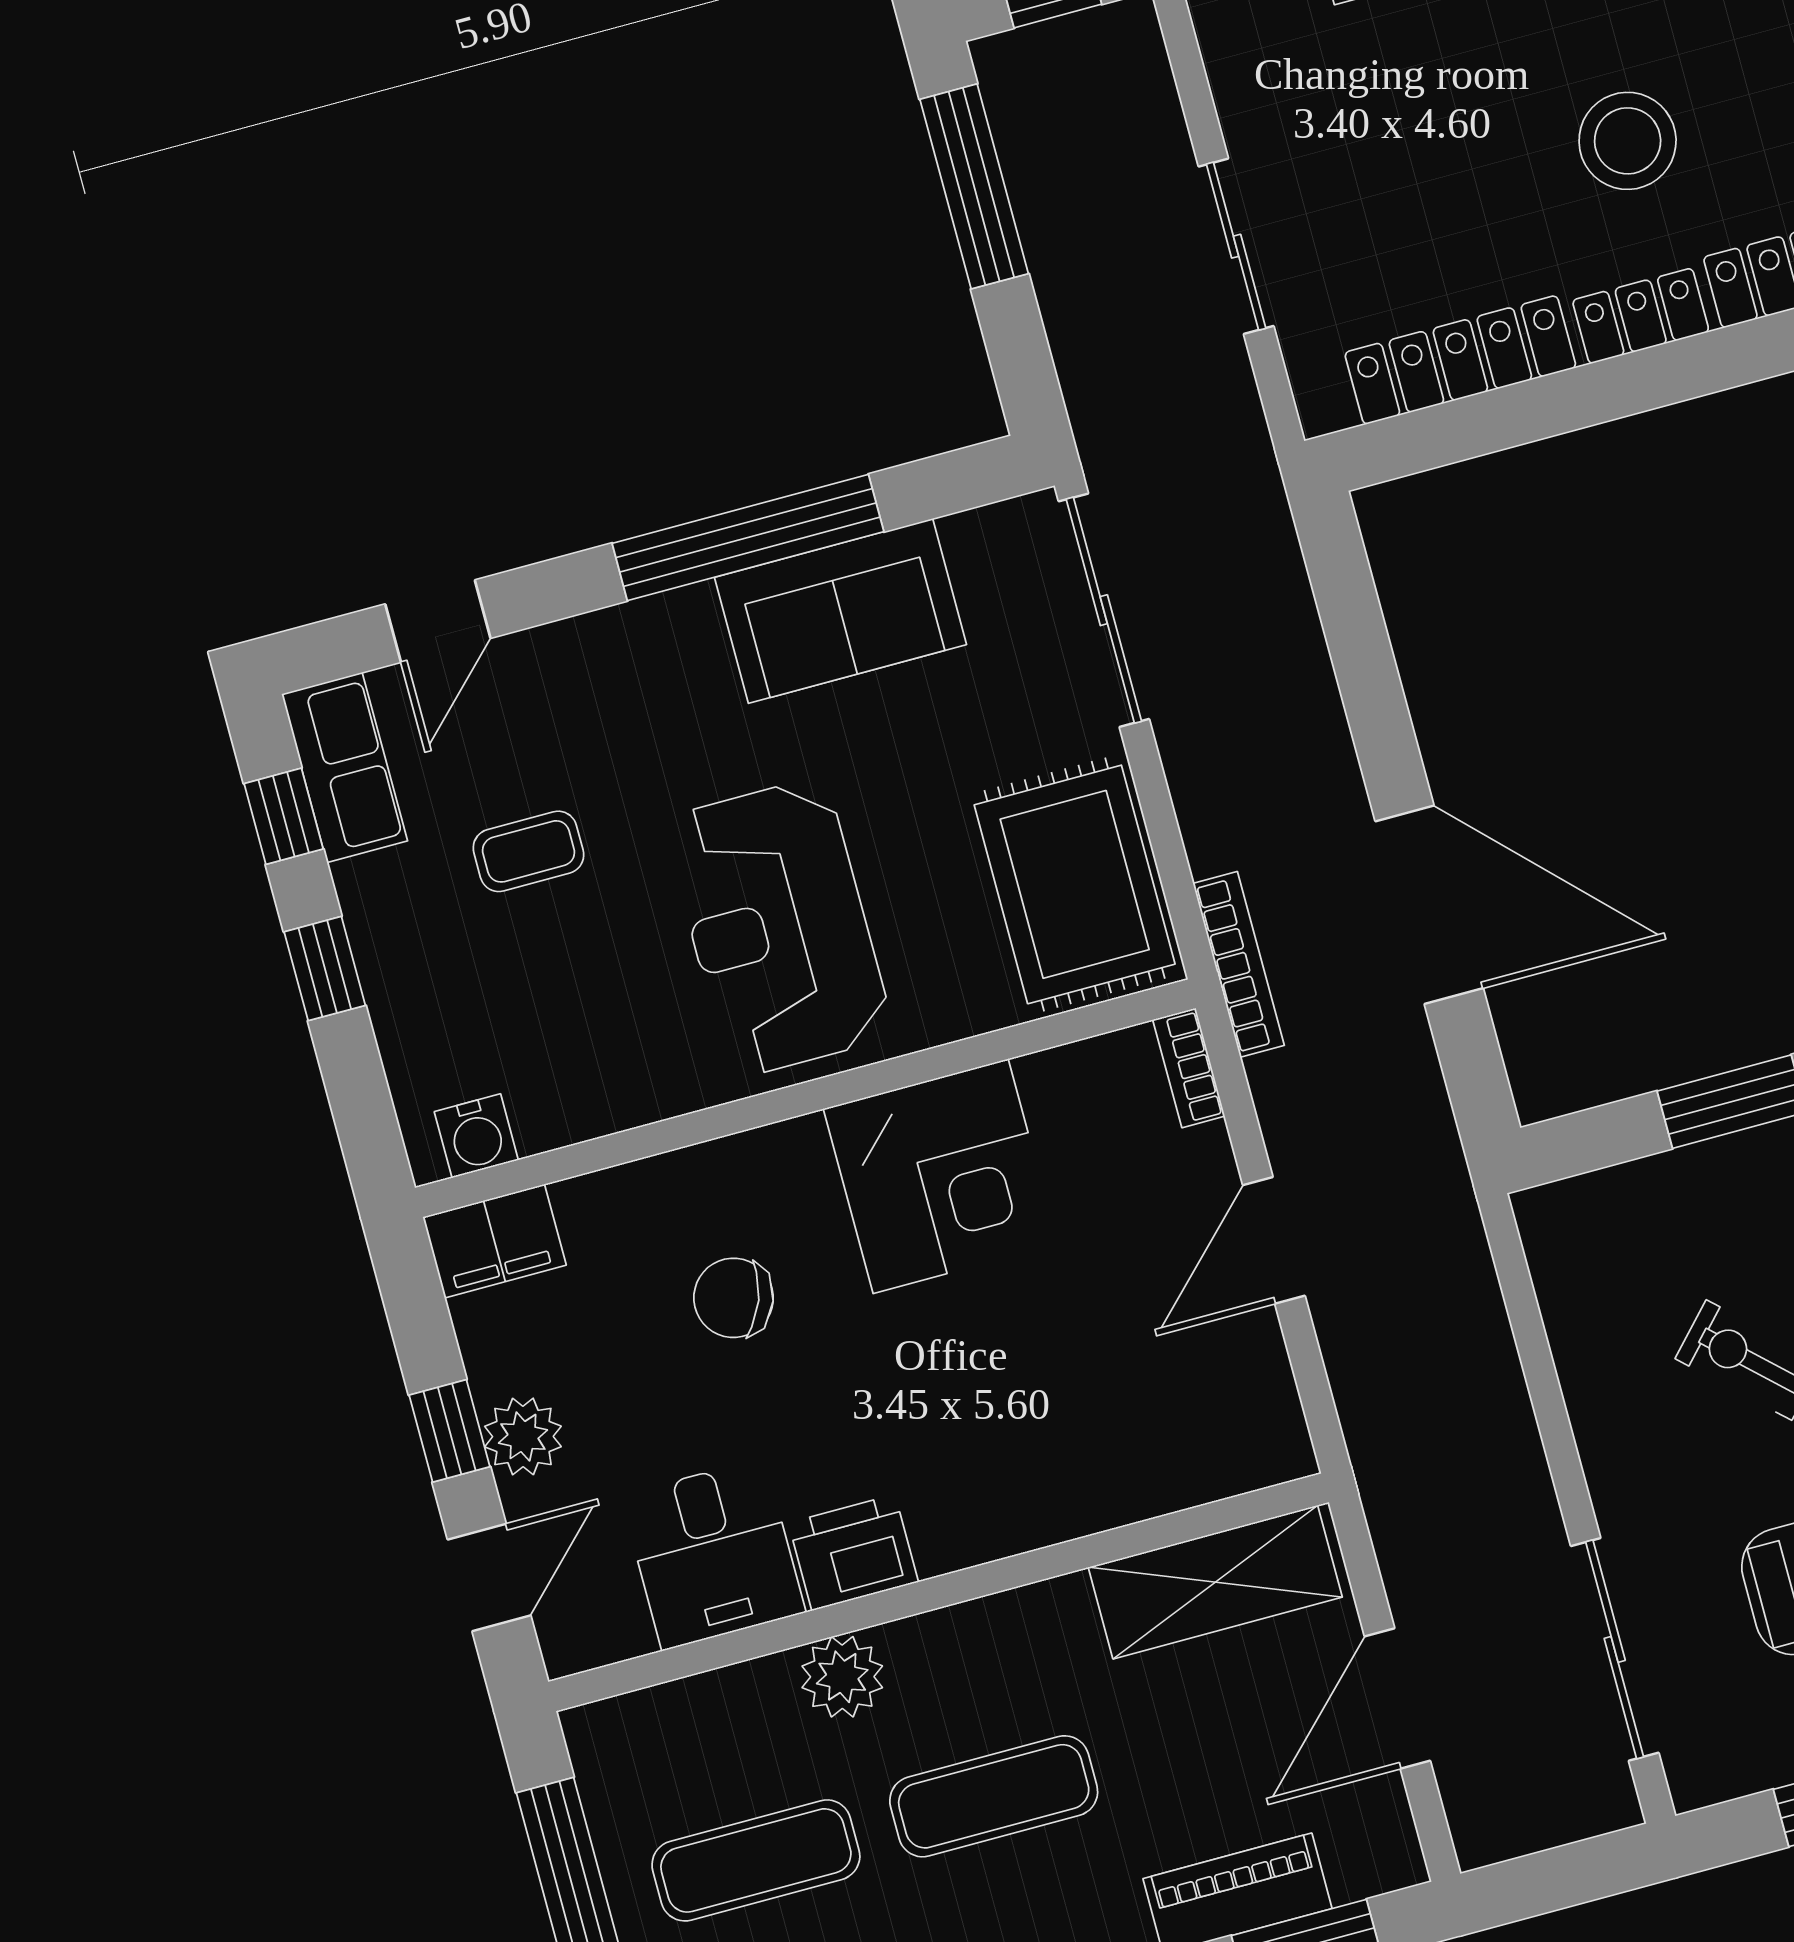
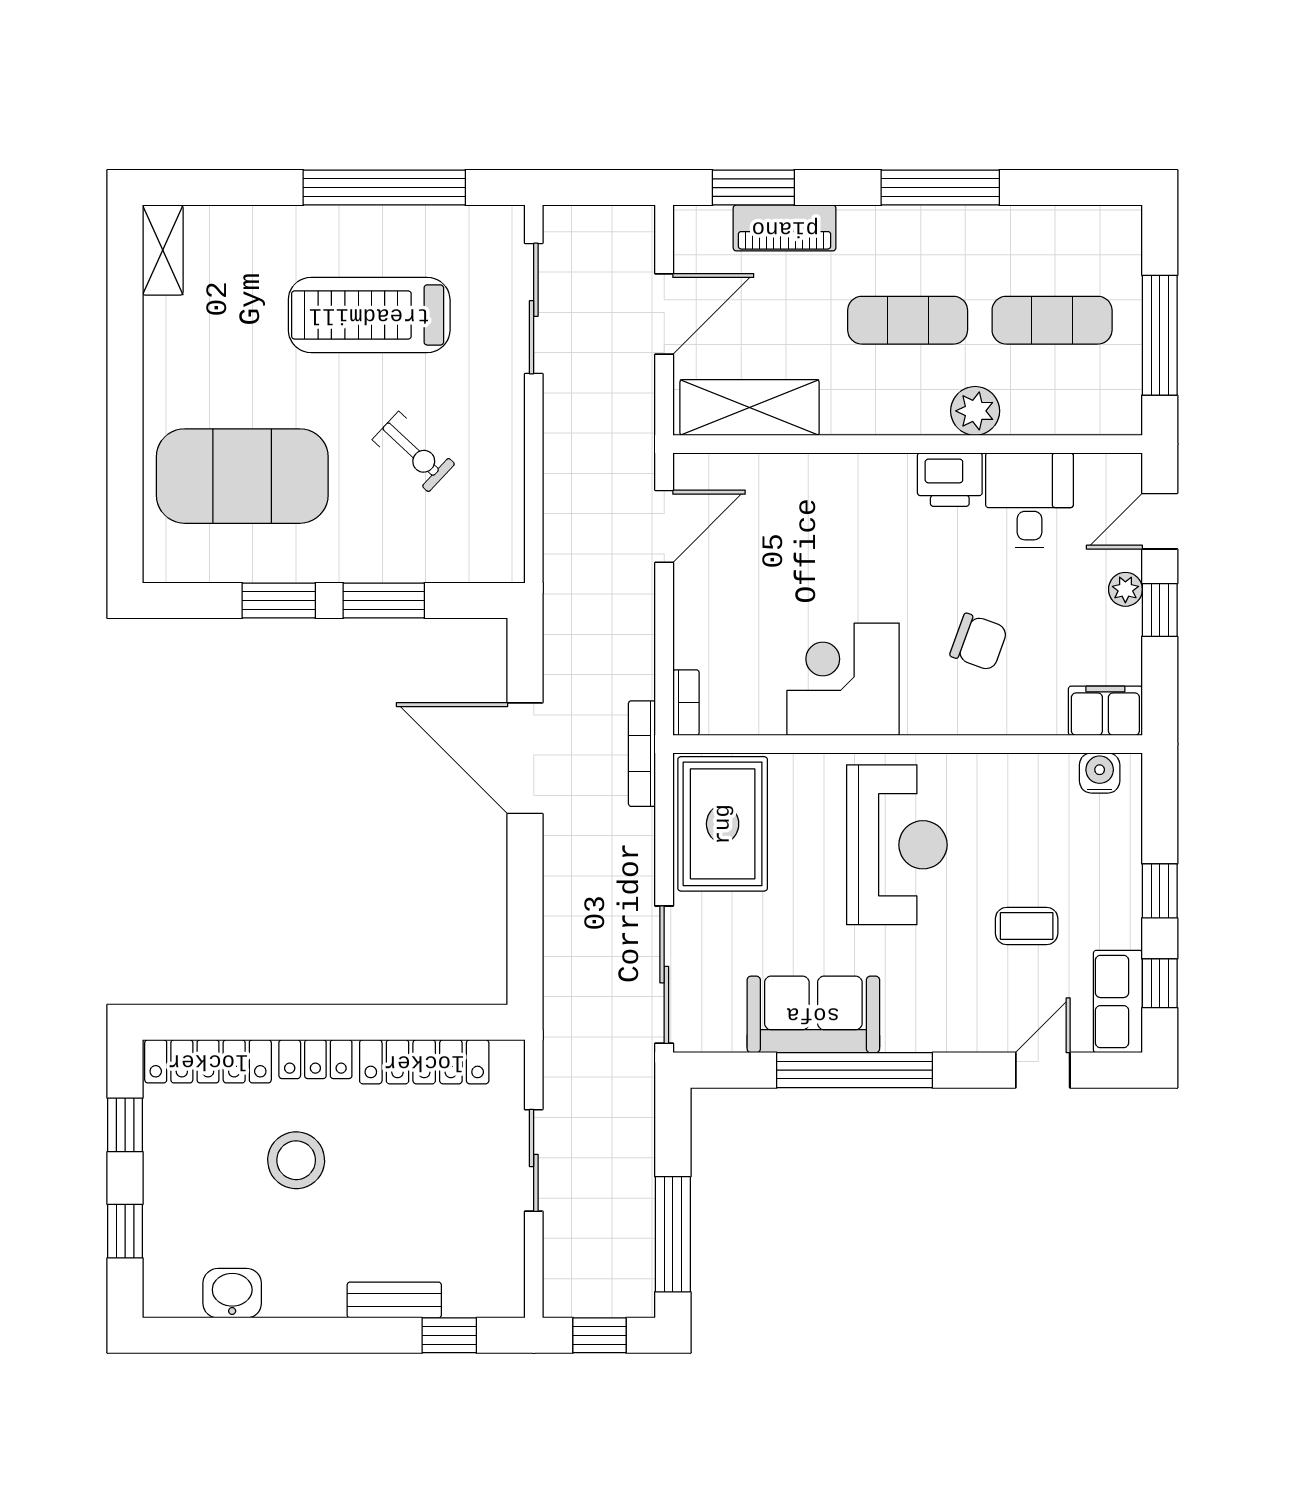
door: (1274, 1240) -> (664, 526), moved
plant: (523, 1437) -> (1125, 589), width x0.73, depth x0.73

